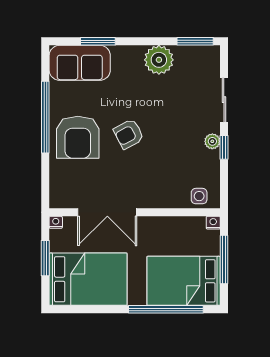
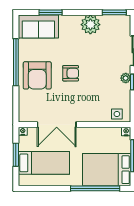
armchair: (129, 134) -> (71, 73), turned -152
bed: (88, 279) -> (44, 163), width x0.67

